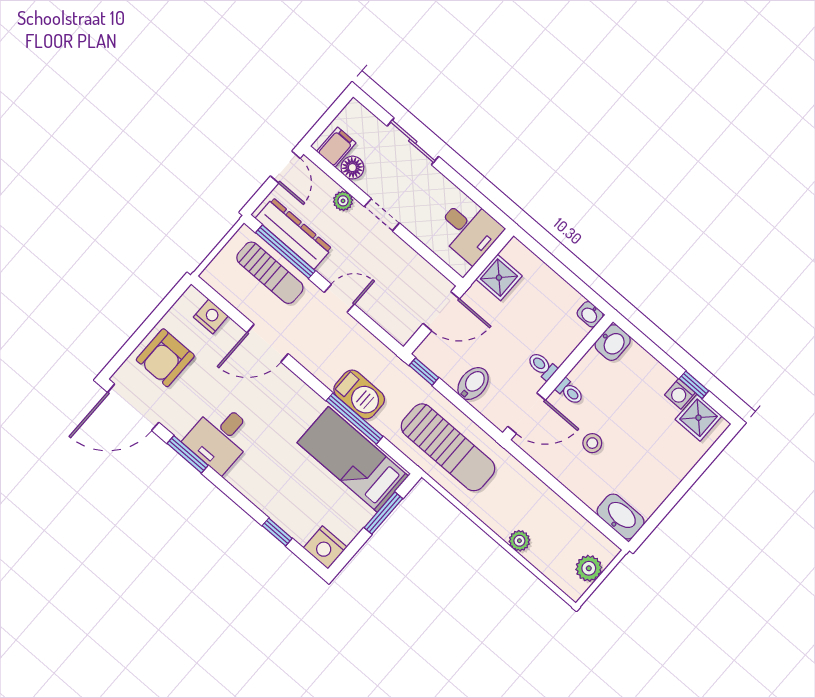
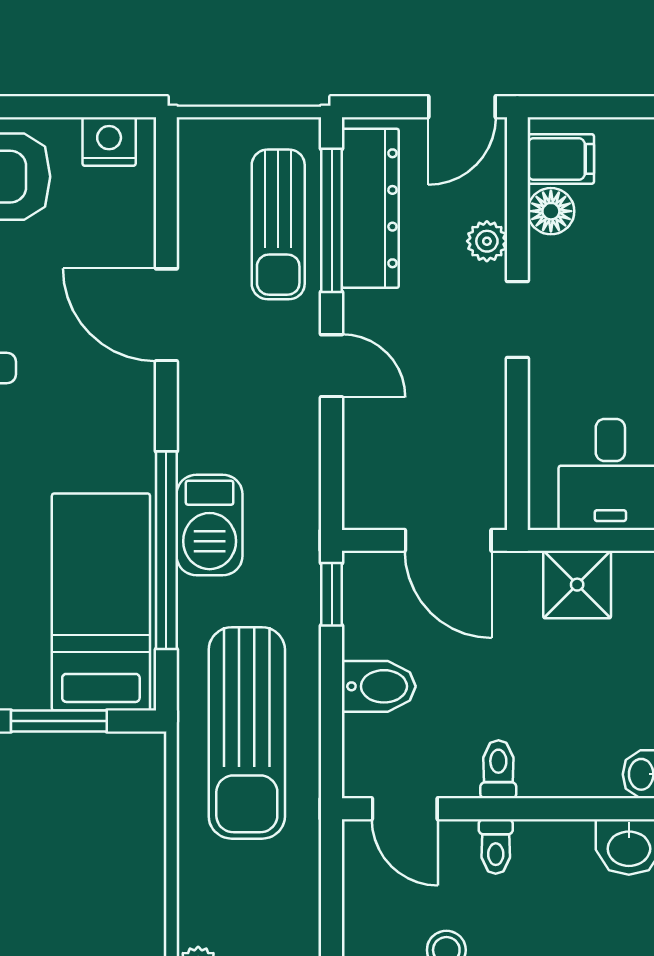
nightstand: (211, 317) -> (109, 142), moved, turned -90
door: (527, 413) -> (405, 809), width x0.73
window: (355, 419) -> (166, 550), width x1.46

